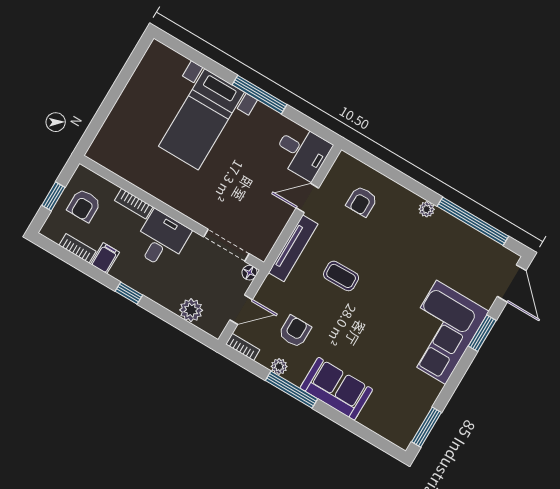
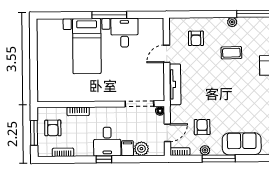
desk: (302, 152) -> (124, 33), moved, turned -90
window: (53, 196) -> (34, 133), width x1.50
desk: (161, 240) -> (107, 142), moved, turned 180
filing cabinet: (105, 258) -> (128, 148), moved
coffee table: (341, 276) -> (231, 53), moved

